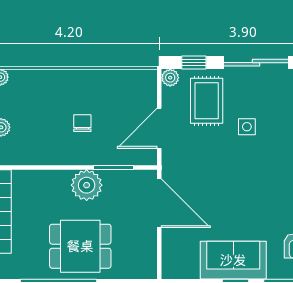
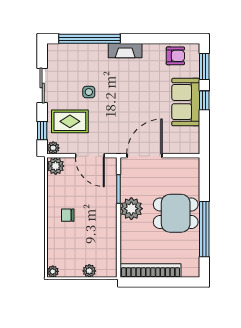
sliding door: (256, 63) -> (42, 85), width x0.73
plant: (145, 81) -> (56, 166), added
chair: (82, 123) -> (68, 215), moved
dining table: (80, 246) -> (176, 213), turned 90

